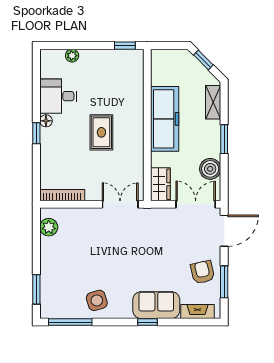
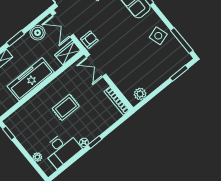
desk: (58, 96) -> (62, 149), width x1.37
armchair: (155, 220) -> (89, 40), added

